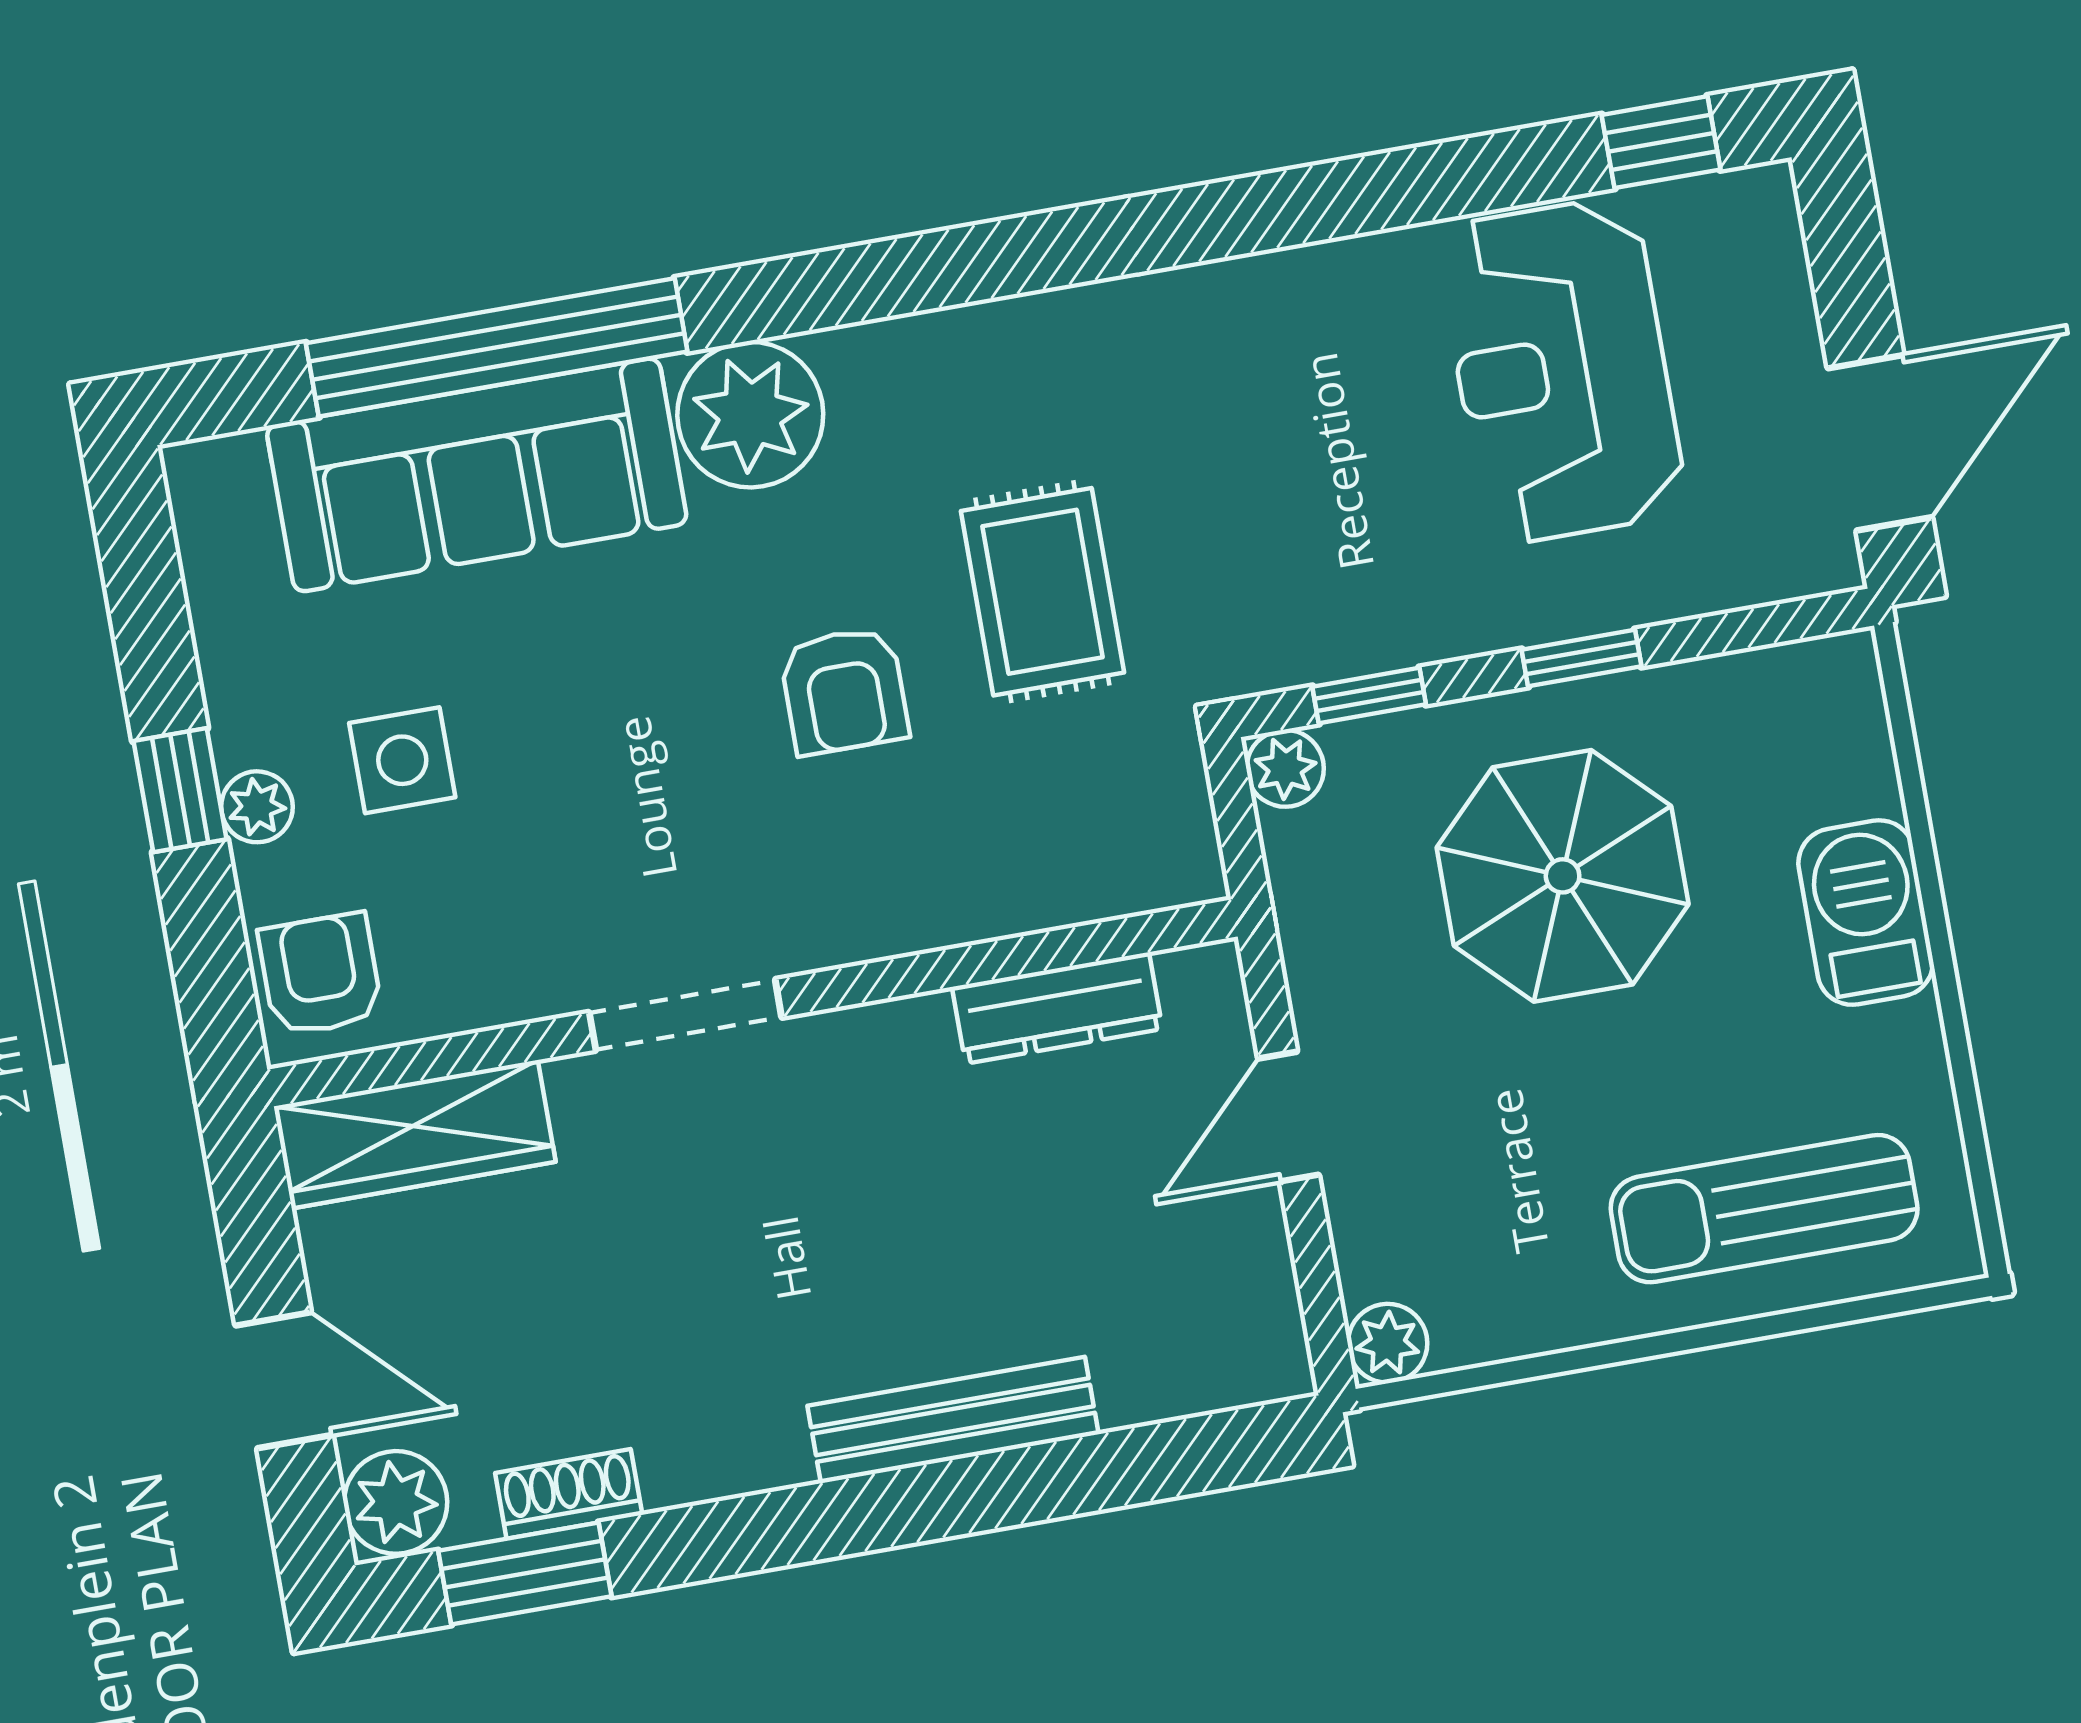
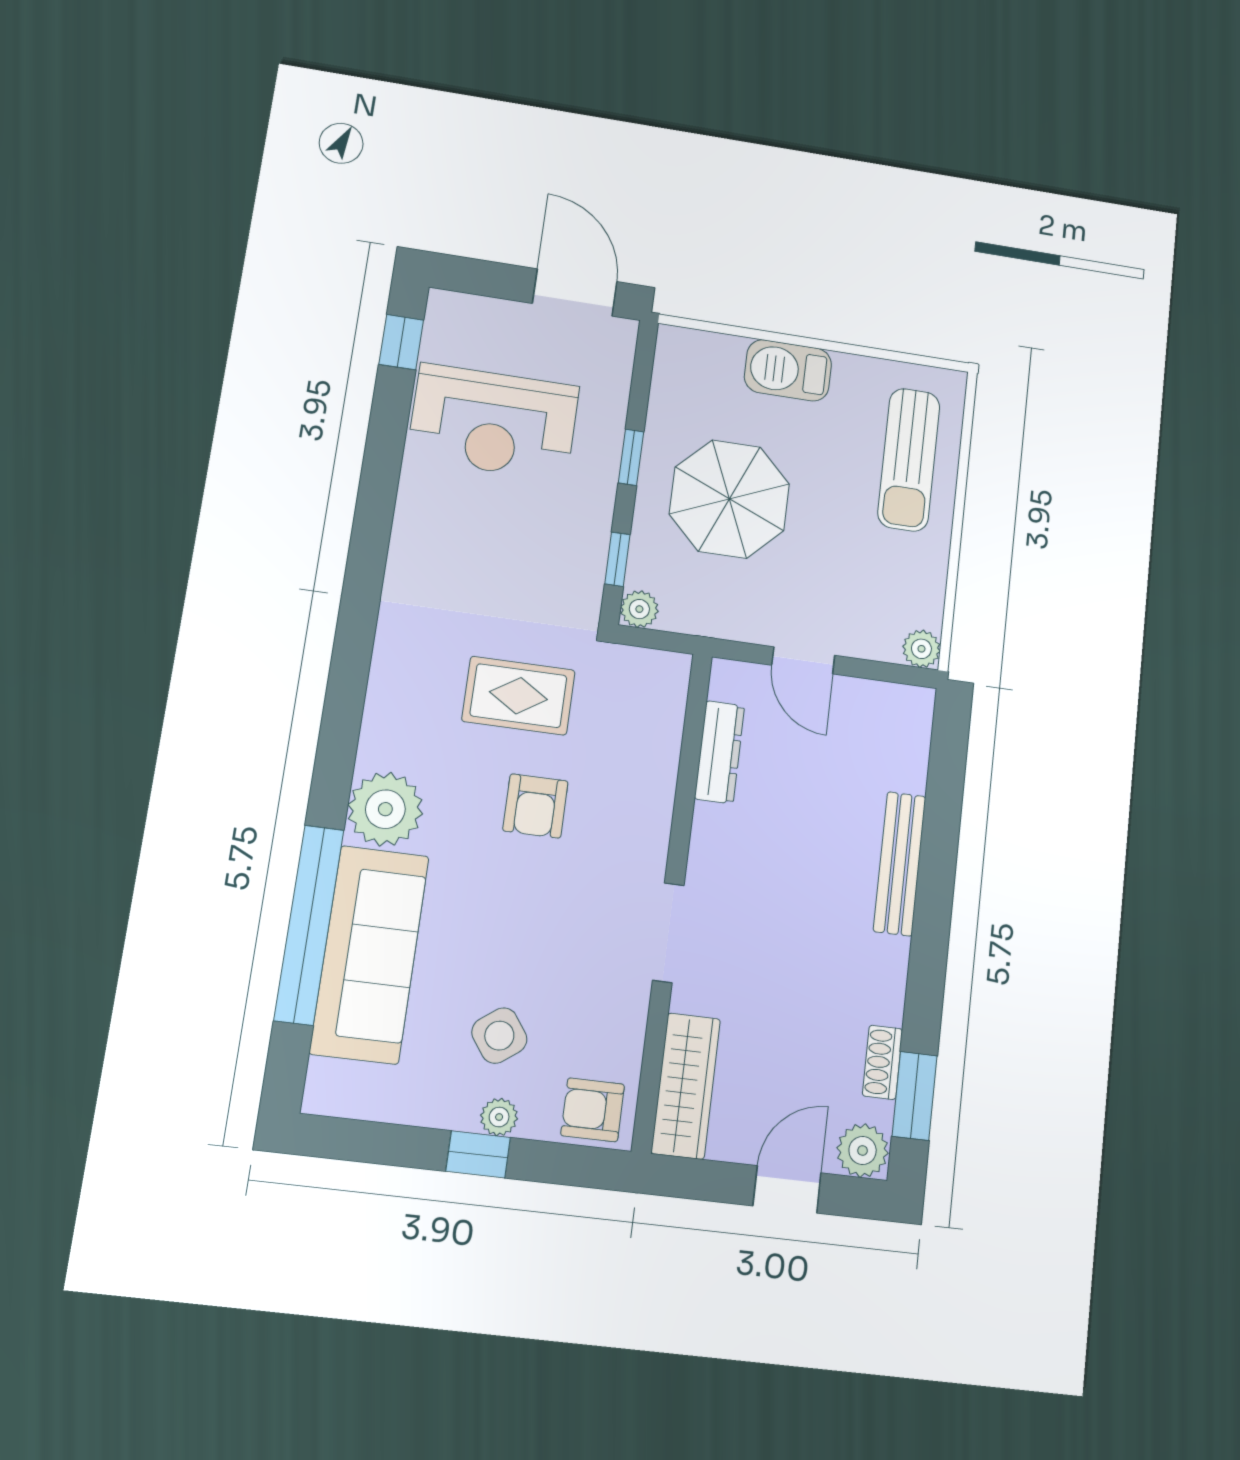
armchair: (844, 691) -> (535, 806), turned 90
side table: (402, 760) -> (499, 1036), turned -36

